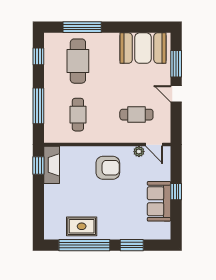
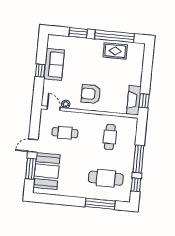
booth: (143, 48) -> (47, 171), moved, turned 90
cafe table: (78, 61) -> (106, 178), turned 90
door: (176, 94) -> (33, 146), swing flipped
window: (38, 106) -> (138, 159), moved

